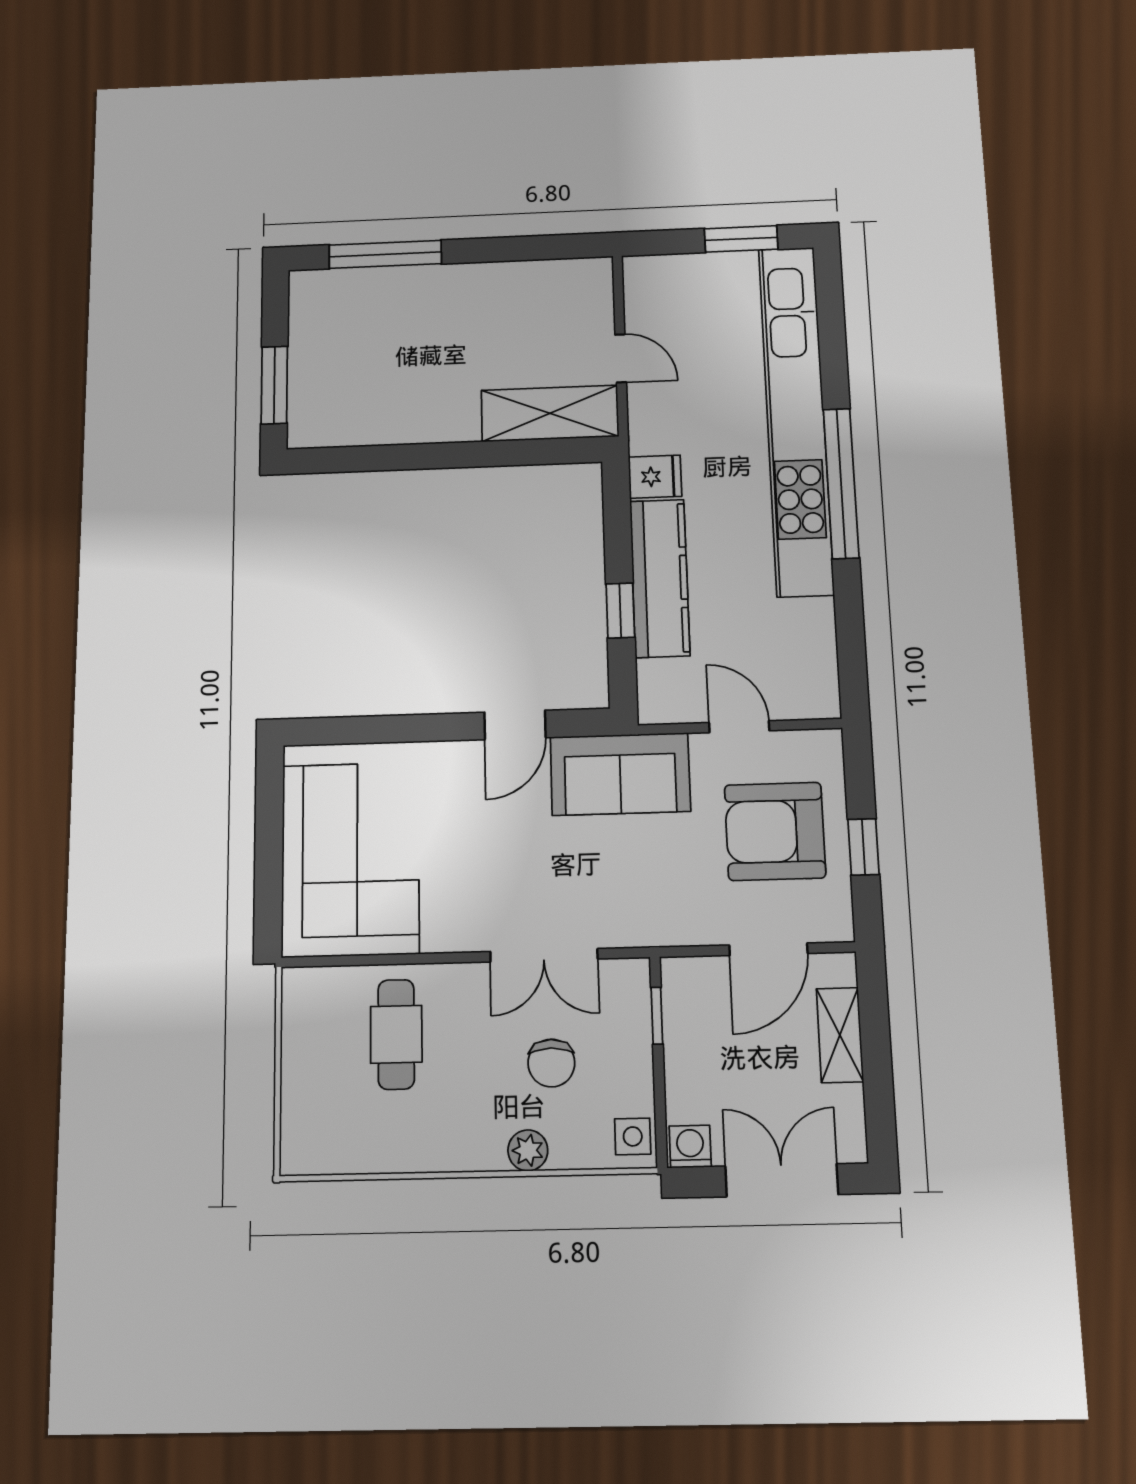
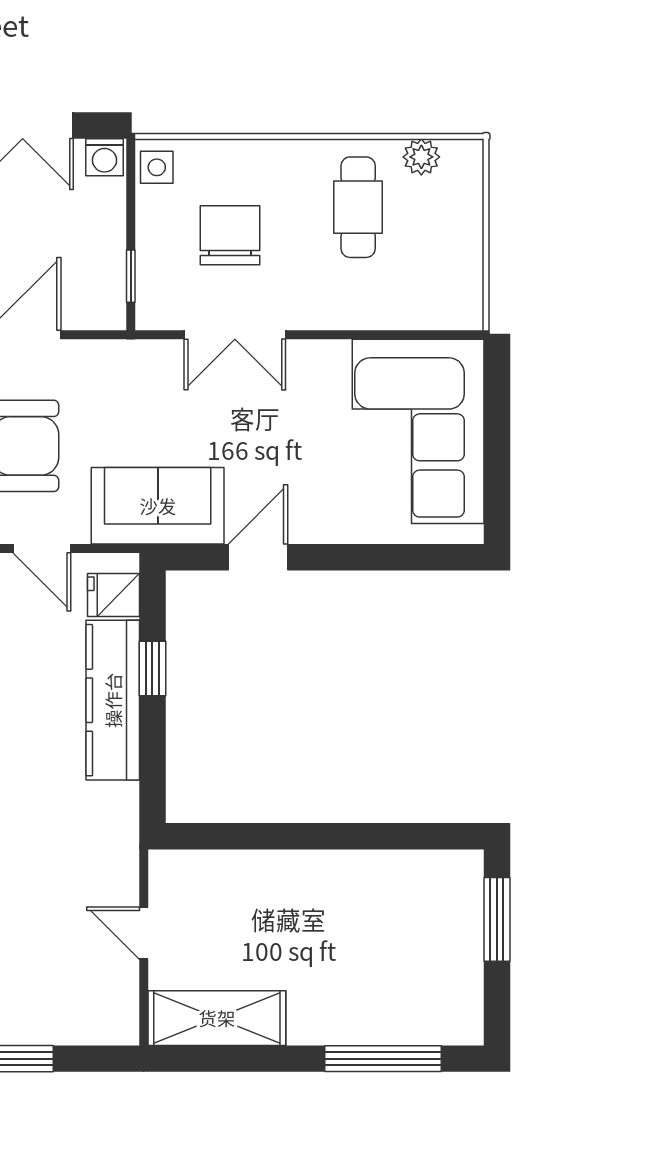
shelving: (550, 413) -> (217, 1018), moved
fridge: (655, 477) -> (114, 595), moved
double door: (544, 955) -> (235, 335), swing flipped
cafe table: (396, 1034) -> (358, 207), moved
chair: (551, 1063) -> (230, 235), width x1.37, depth x1.37
plant: (528, 1150) -> (421, 157), moved

